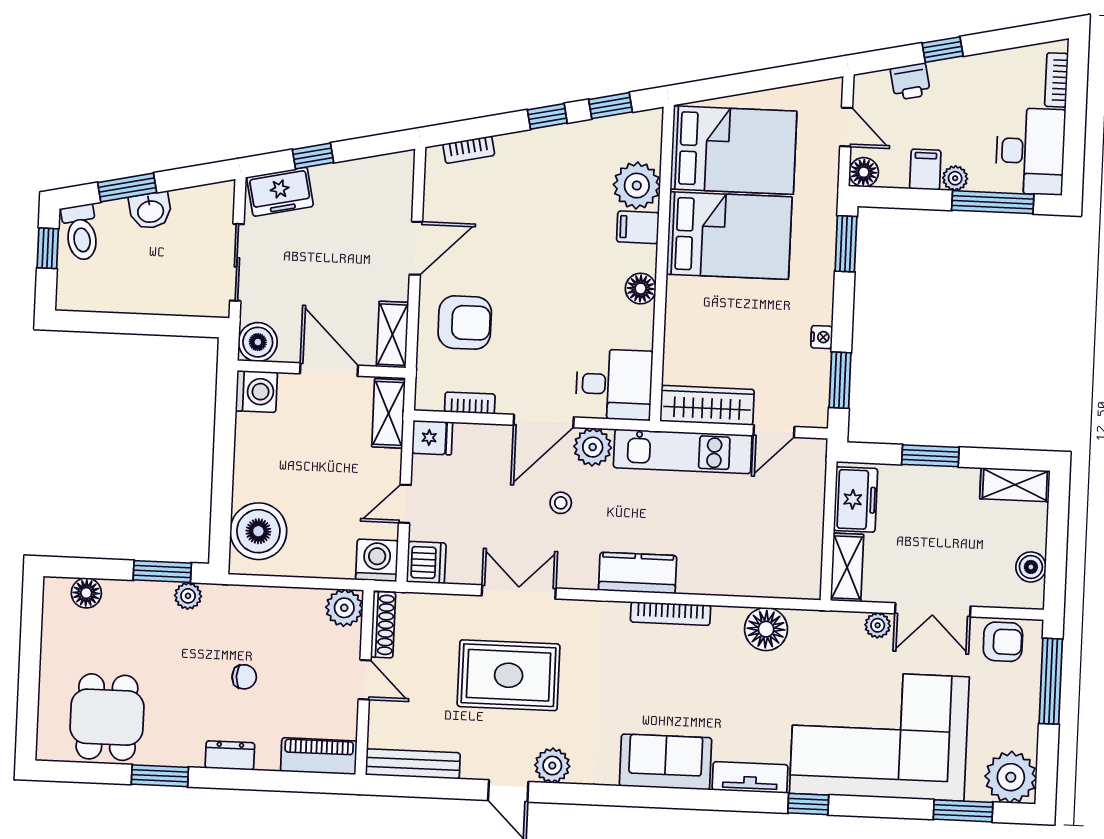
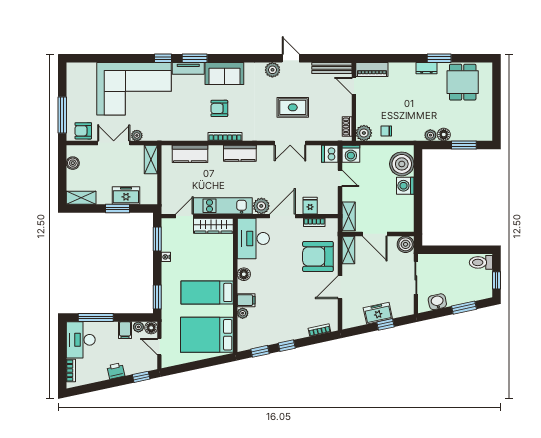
window: (943, 50) -> (141, 377), moved
printer: (910, 81) -> (116, 371), moved
plant: (955, 178) -> (138, 327), moved
plant: (637, 186) -> (243, 313), width x0.53, depth x0.53
freezer: (280, 192) -> (378, 313), moved
washbasin: (150, 211) -> (437, 302), moved
toilet: (81, 233) -> (481, 262), moved, turned -78
bed: (729, 236) -> (207, 292), width x0.67
armchair: (465, 323) -> (318, 256), width x1.36, depth x1.36
desk: (614, 384) -> (253, 238), width x1.37
washing machine: (256, 391) -> (405, 186), moved
fridge: (432, 438) -> (310, 206), moved, turned 90
freezer: (856, 499) -> (126, 196), moved, turned 90
stool: (561, 503) -> (274, 182), removed
door: (405, 504) -> (340, 178), hinge flipped
window: (162, 571) -> (464, 145), moved
kitchen counter: (755, 577) -> (190, 154), added
floor lamp: (86, 593) -> (444, 135), moved
shoe rack: (383, 625) -> (347, 127), width x0.70
floor lamp: (766, 629) -> (184, 132), removed
rug: (509, 675) -> (293, 107), width x0.73, depth x0.70
chair: (244, 677) -> (386, 131), moved
door: (365, 680) -> (354, 86), moved
armchair: (681, 680) -> (219, 108), added
dresser: (230, 755) -> (426, 68), moved
plant: (1011, 777) -> (77, 73), removed
window: (963, 811) -> (195, 58), moved

